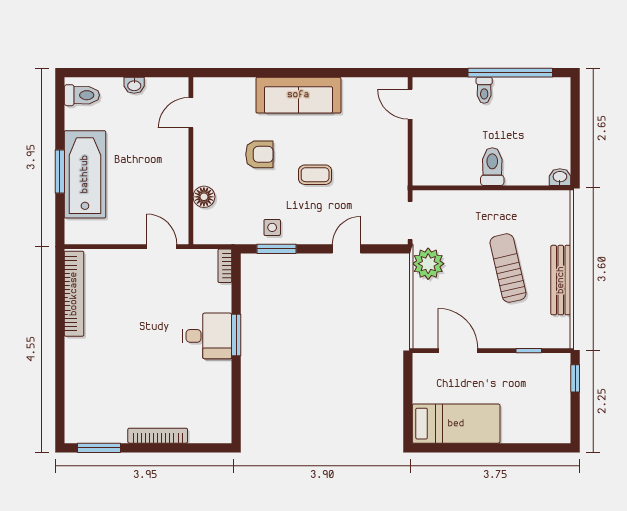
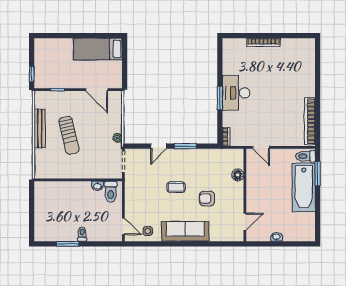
window: (510, 73) -> (68, 244), width x0.47
toilet: (82, 95) -> (306, 156), moved
toilet: (492, 167) -> (111, 192), moved
window: (60, 171) -> (318, 174), moved
washbasin: (560, 177) -> (97, 186), moved
side table: (272, 227) -> (148, 231), moved
window: (277, 249) -> (185, 146), moved
plant: (428, 264) -> (117, 138), width x0.53, depth x0.53
desk: (207, 336) -> (236, 93), width x1.37
window: (99, 448) -> (296, 36), removed

